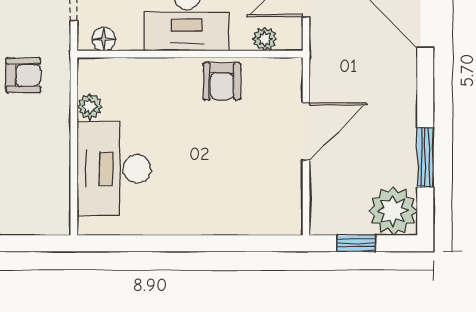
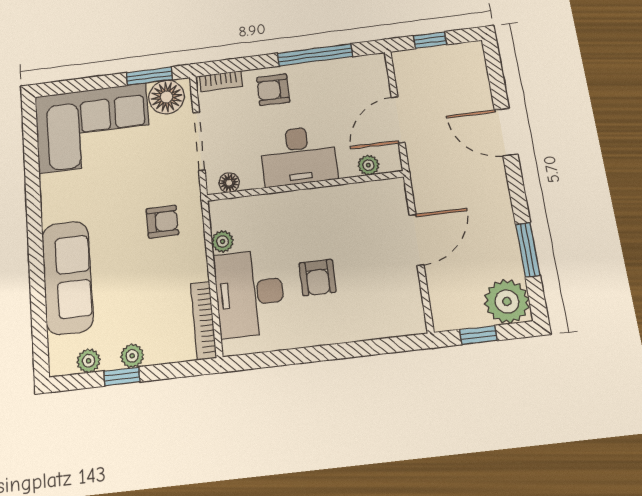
armchair: (222, 81) -> (318, 278), moved
bookcase: (60, 193) -> (203, 320), added

